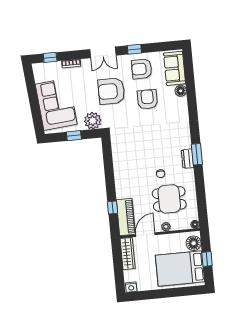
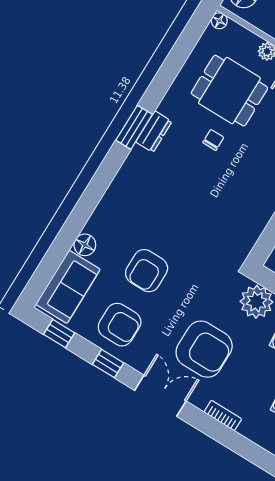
window: (50, 57) -> (59, 334), moved
armchair: (111, 91) -> (204, 349), moved

